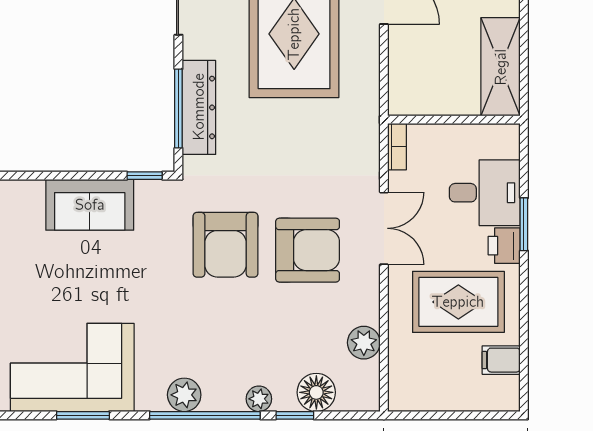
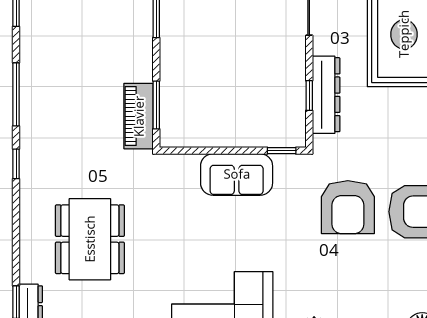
window: (178, 108) -> (309, 96), width x0.46

